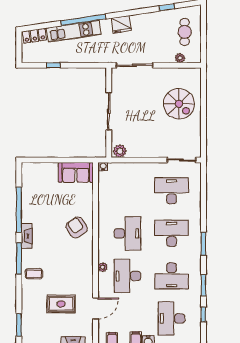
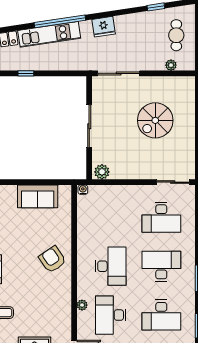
spiral stairs: (179, 104) -> (155, 120), moved, turned 90
sofa: (76, 172) -> (38, 196), moved
desk: (172, 191) -> (161, 217), turned 180

